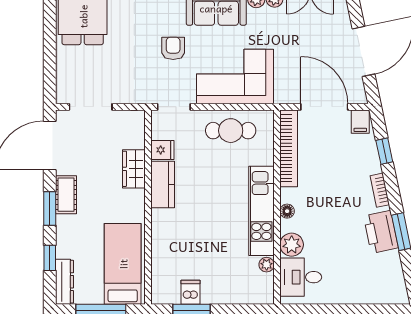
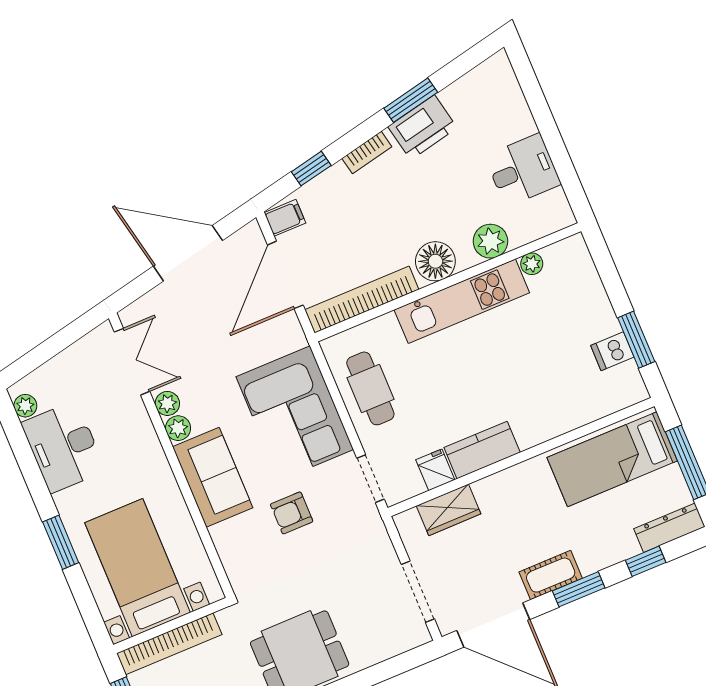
wardrobe: (134, 169) -> (449, 510), moved
floor lamp: (287, 211) -> (435, 261), width x1.89, depth x1.89
desk: (301, 277) -> (523, 170), moved, turned -90

